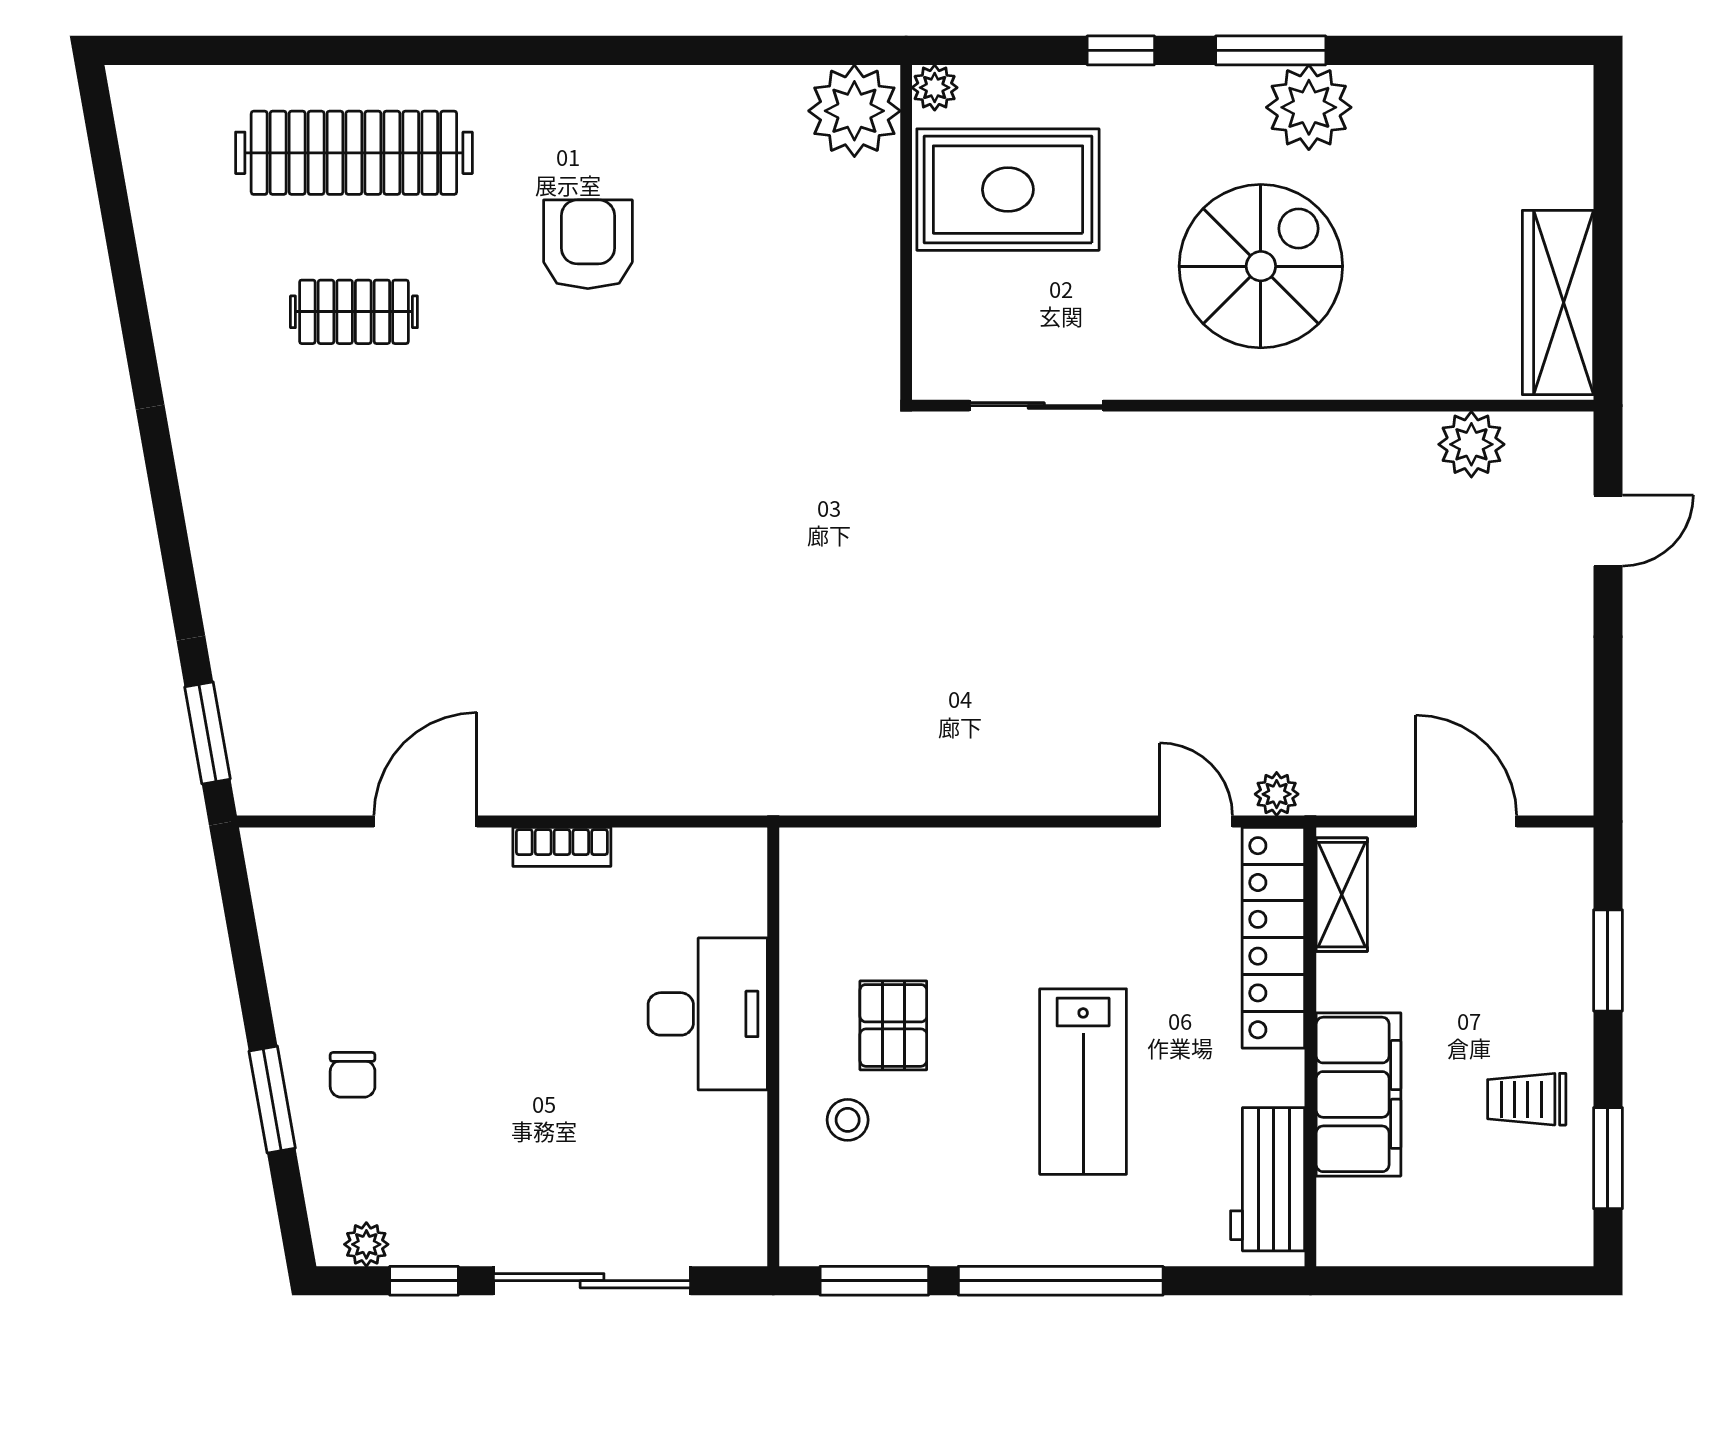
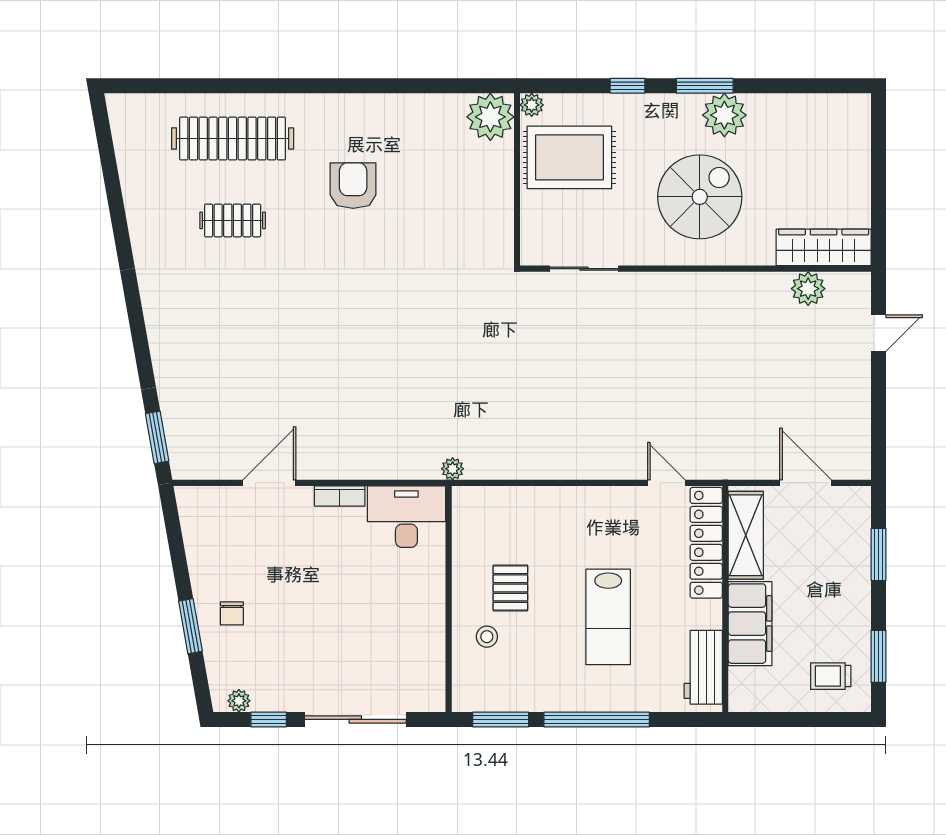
wardrobe: (1558, 302) -> (824, 247), moved, turned 90
plant: (1277, 794) -> (453, 469), moved
shelving: (1342, 895) -> (746, 535), width x1.50, depth x1.33
desk: (708, 1014) -> (406, 517), moved, turned -90
trolley: (1527, 1099) -> (831, 676), moved

